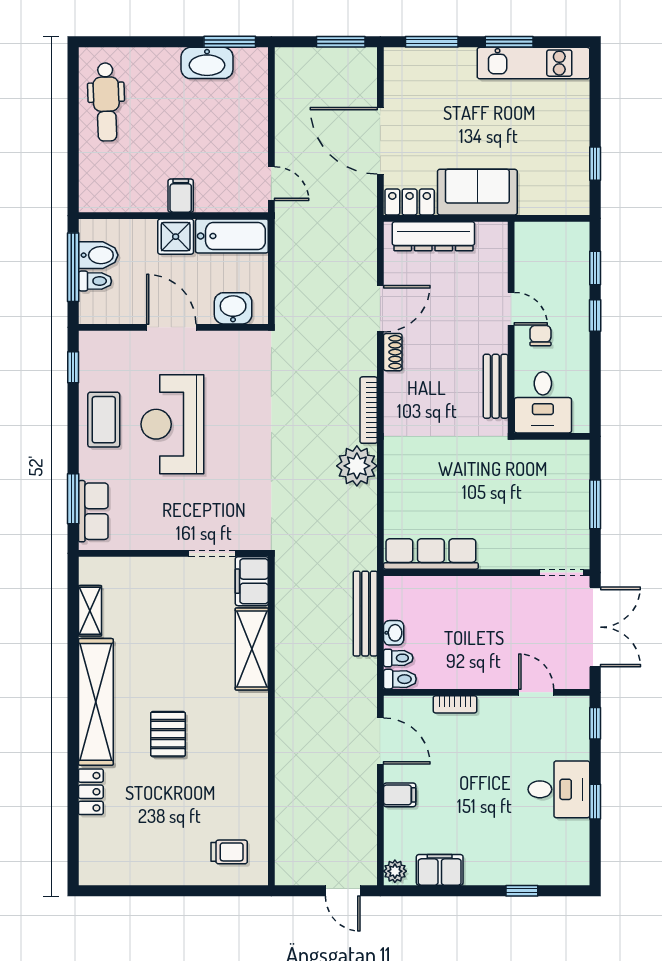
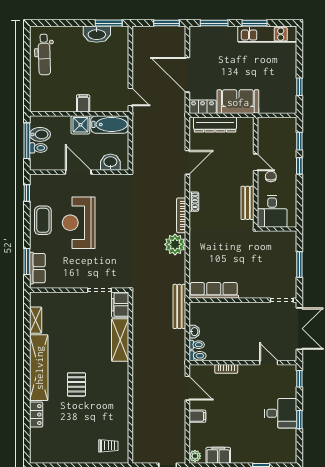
shoe rack: (393, 352) -> (194, 202), moved
bench: (365, 614) -> (179, 306), moved

